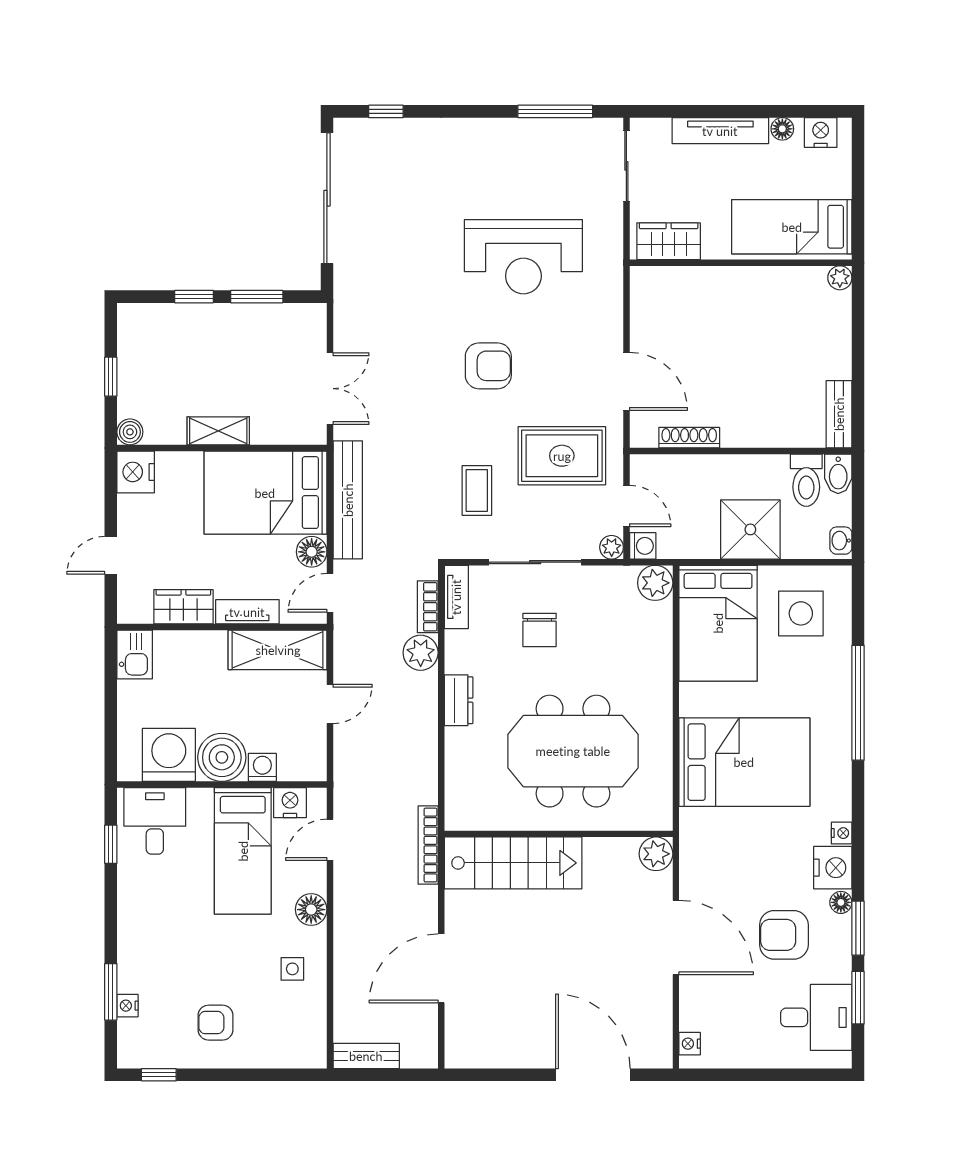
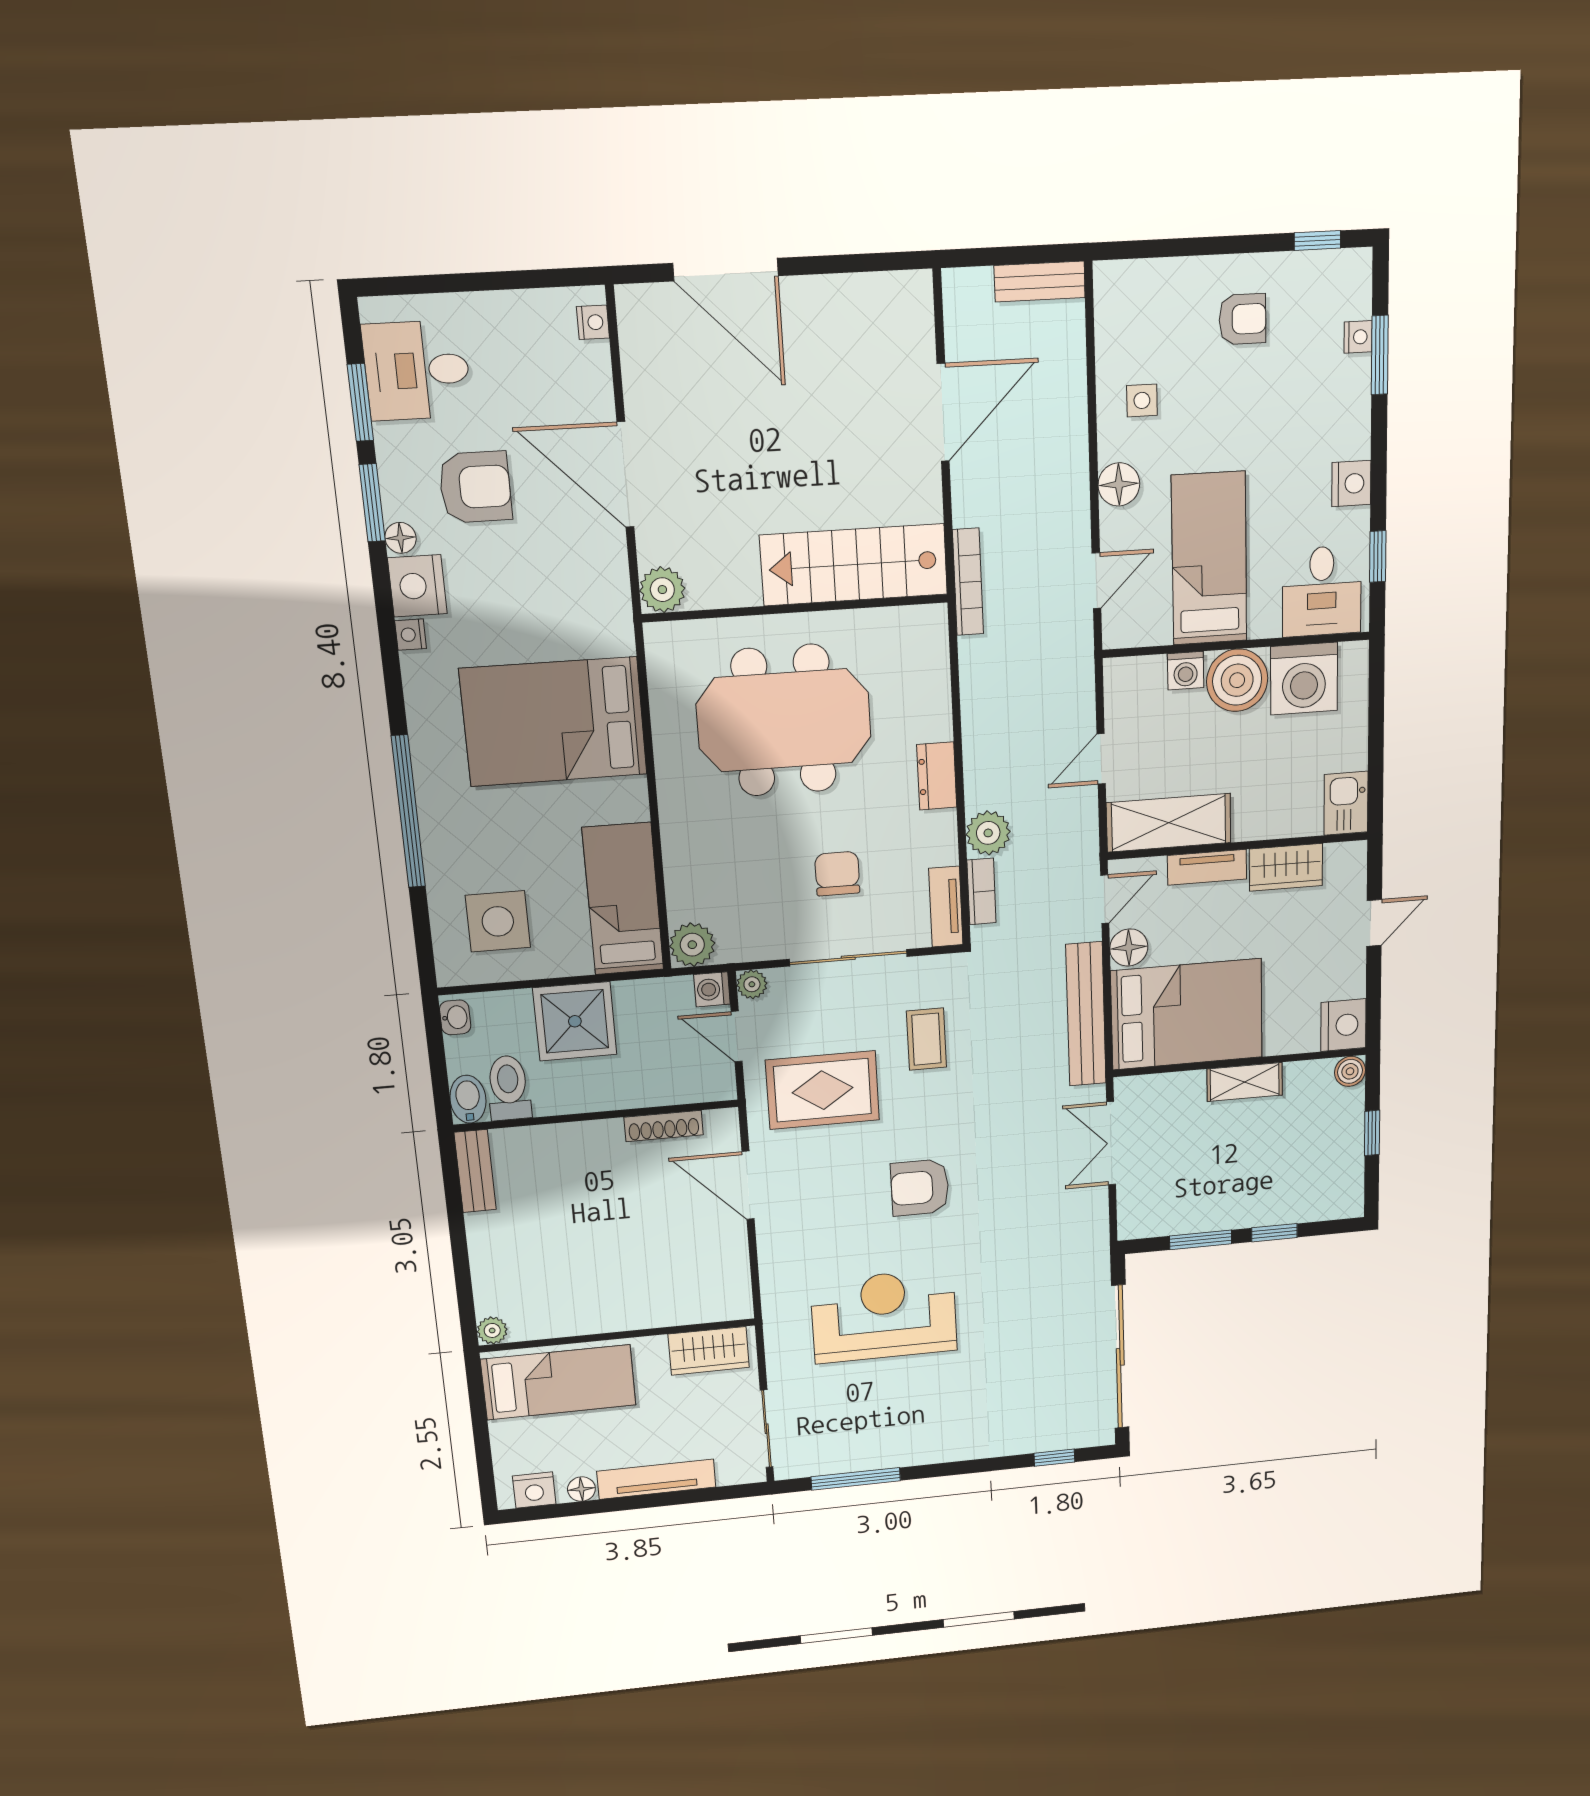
bed: (718, 623) -> (623, 899), width x0.67
nightstand: (290, 803) -> (1351, 483), moved, turned -90

